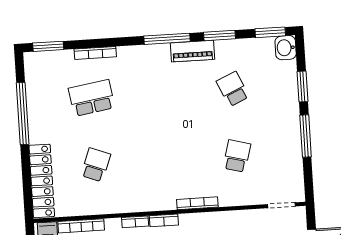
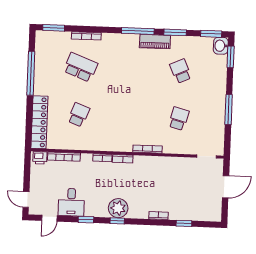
window: (302, 86) -> (231, 57), moved
school desk: (92, 98) -> (80, 67), turned 30

